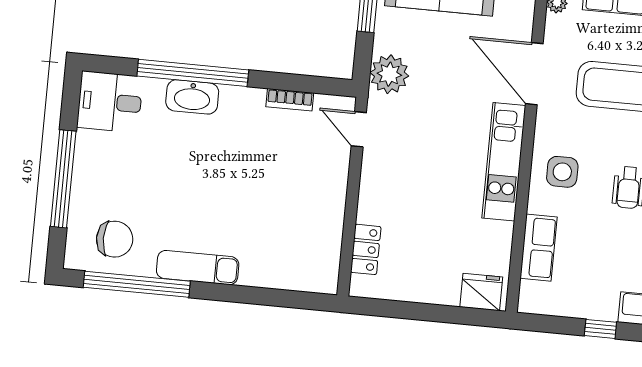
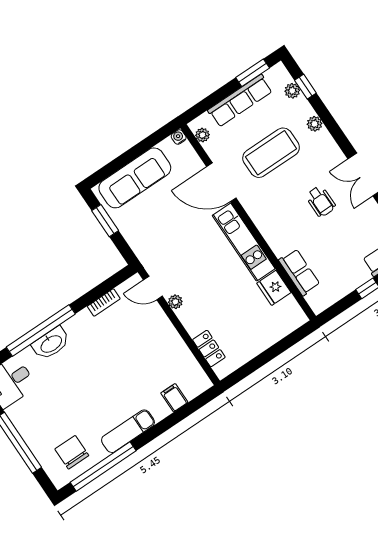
plant: (389, 74) -> (175, 302), moved, width x0.53, depth x0.53
side table: (562, 172) -> (279, 222), removed
chair: (115, 239) -> (72, 452), turned -90
filing cabinet: (281, 273) -> (174, 398), added
fridge: (481, 292) -> (274, 288), moved, turned -90

